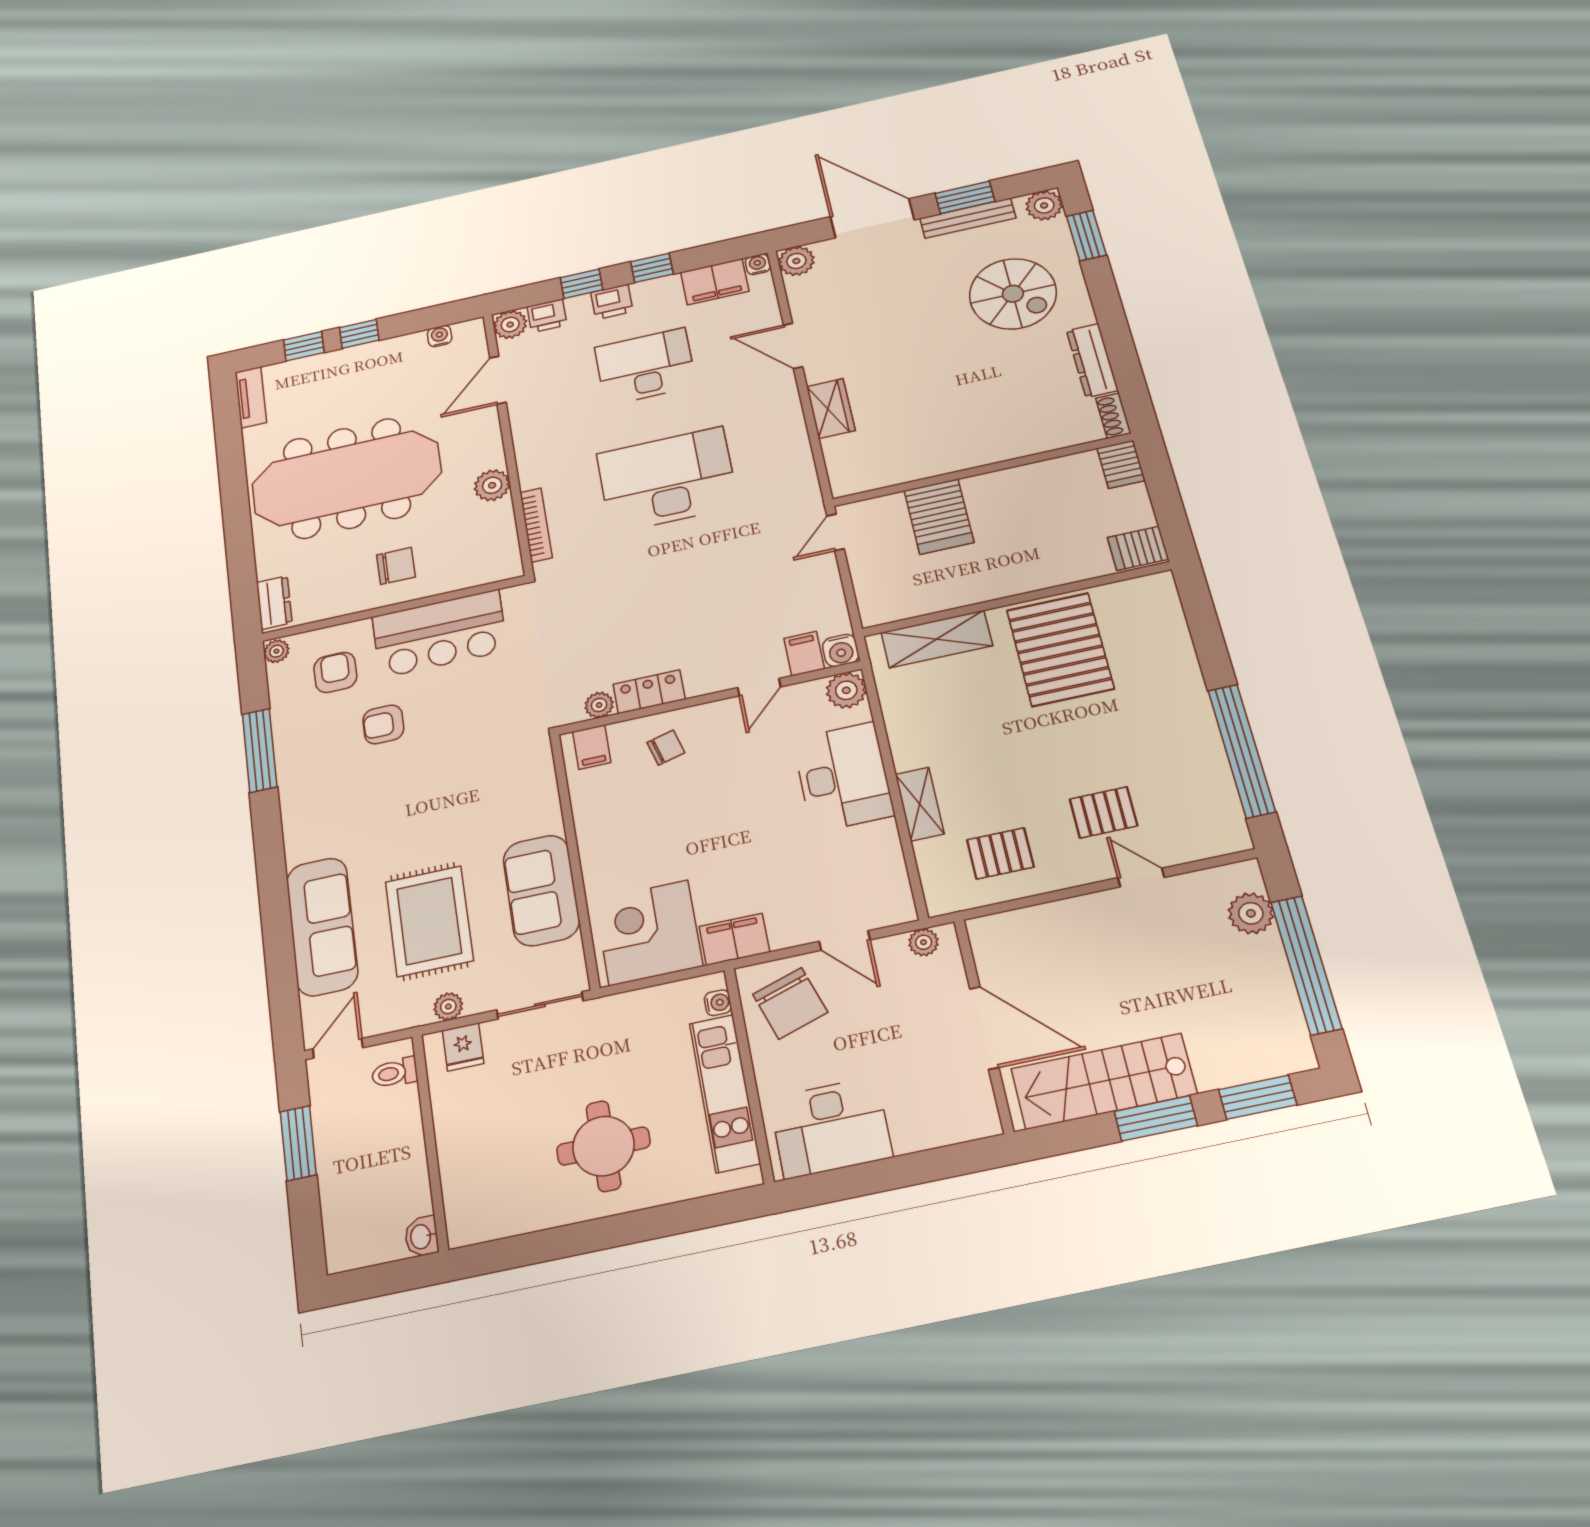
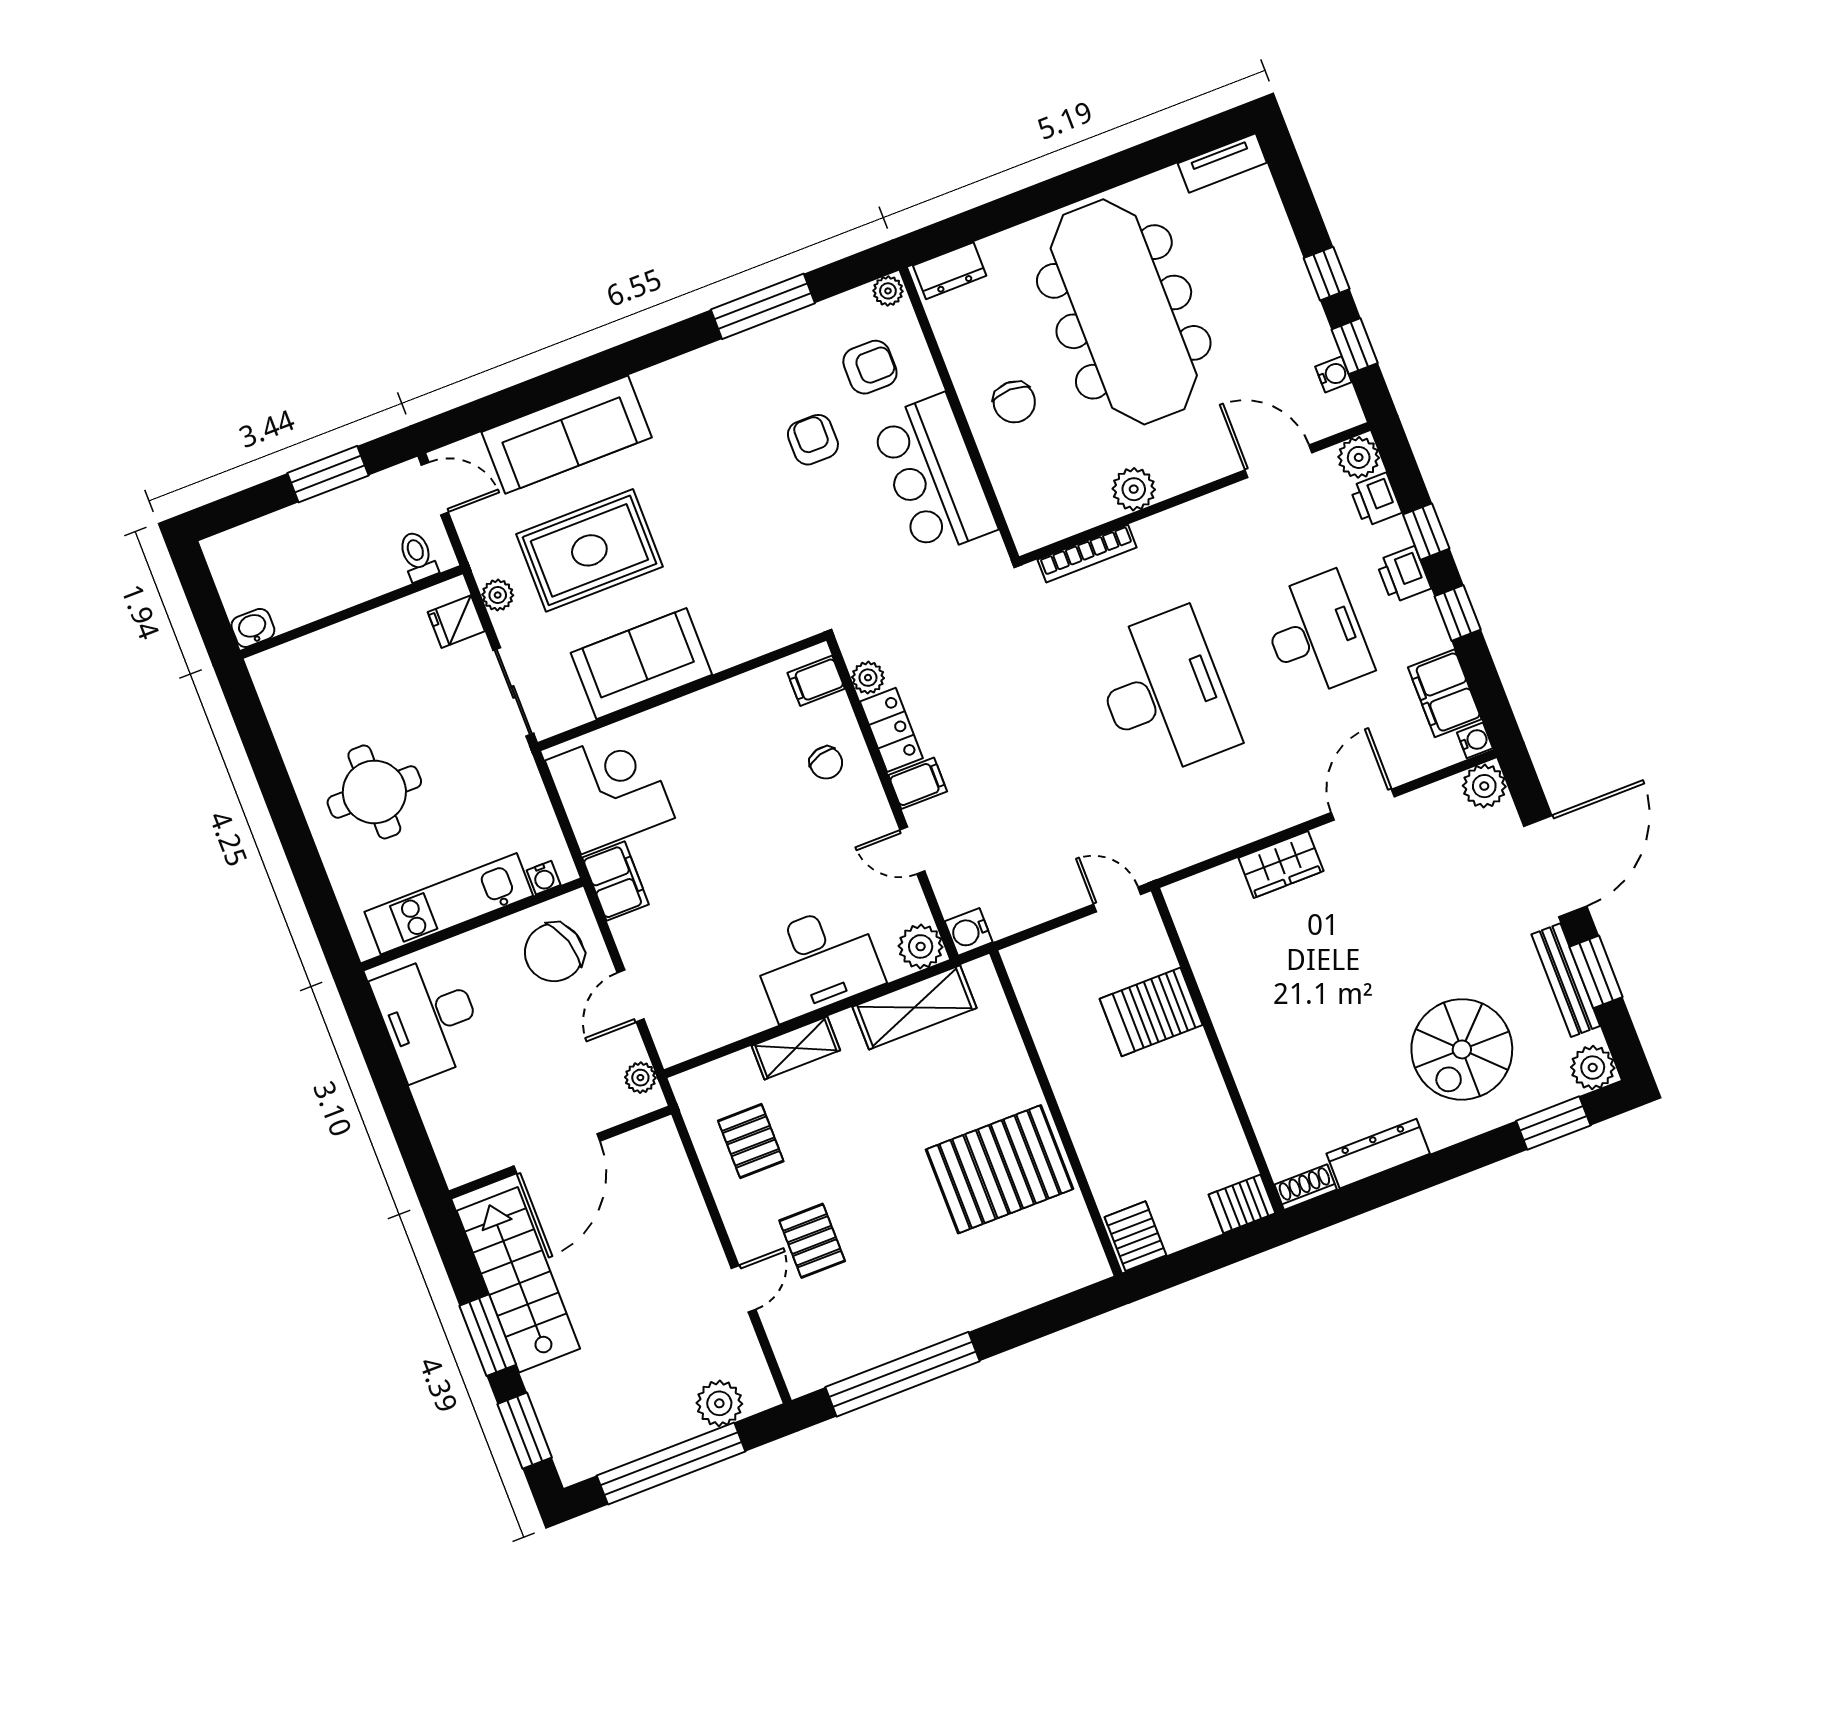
window: (304, 346) -> (1355, 346), moved
shelving: (937, 639) -> (915, 1007), moved, turned 90
filing cabinet: (804, 654) -> (918, 783), moved

